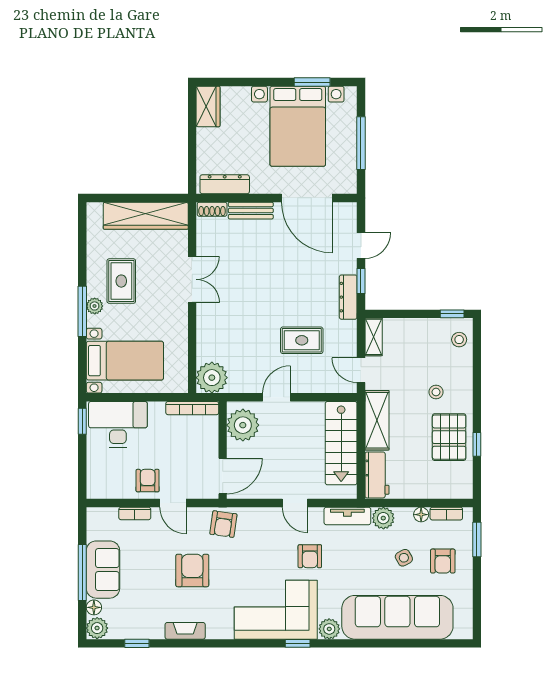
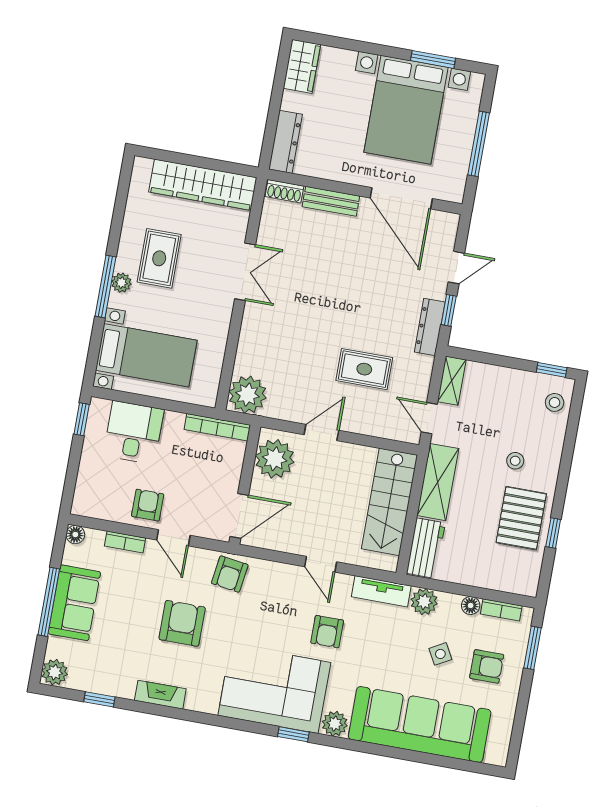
dresser: (225, 184) -> (286, 142), moved, turned 90
desk: (118, 424) -> (134, 432), width x0.73
armchair: (443, 561) -> (487, 666), turned -90
floor lamp: (94, 607) -> (75, 535), moved

